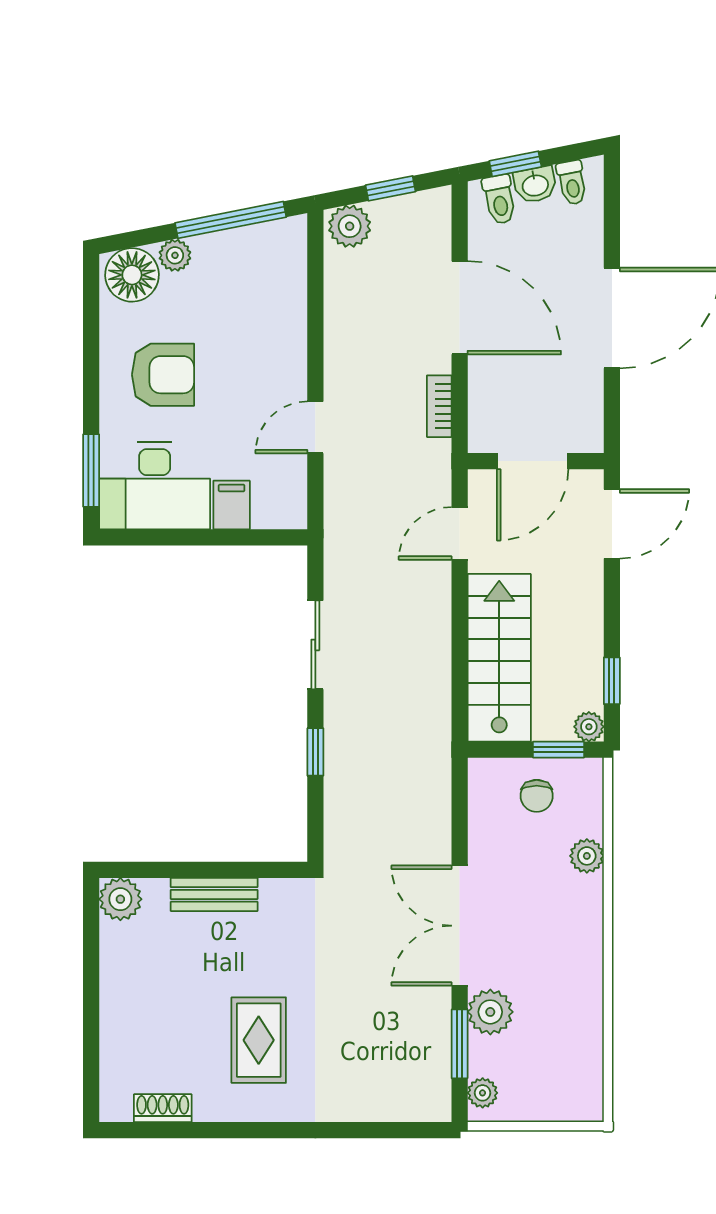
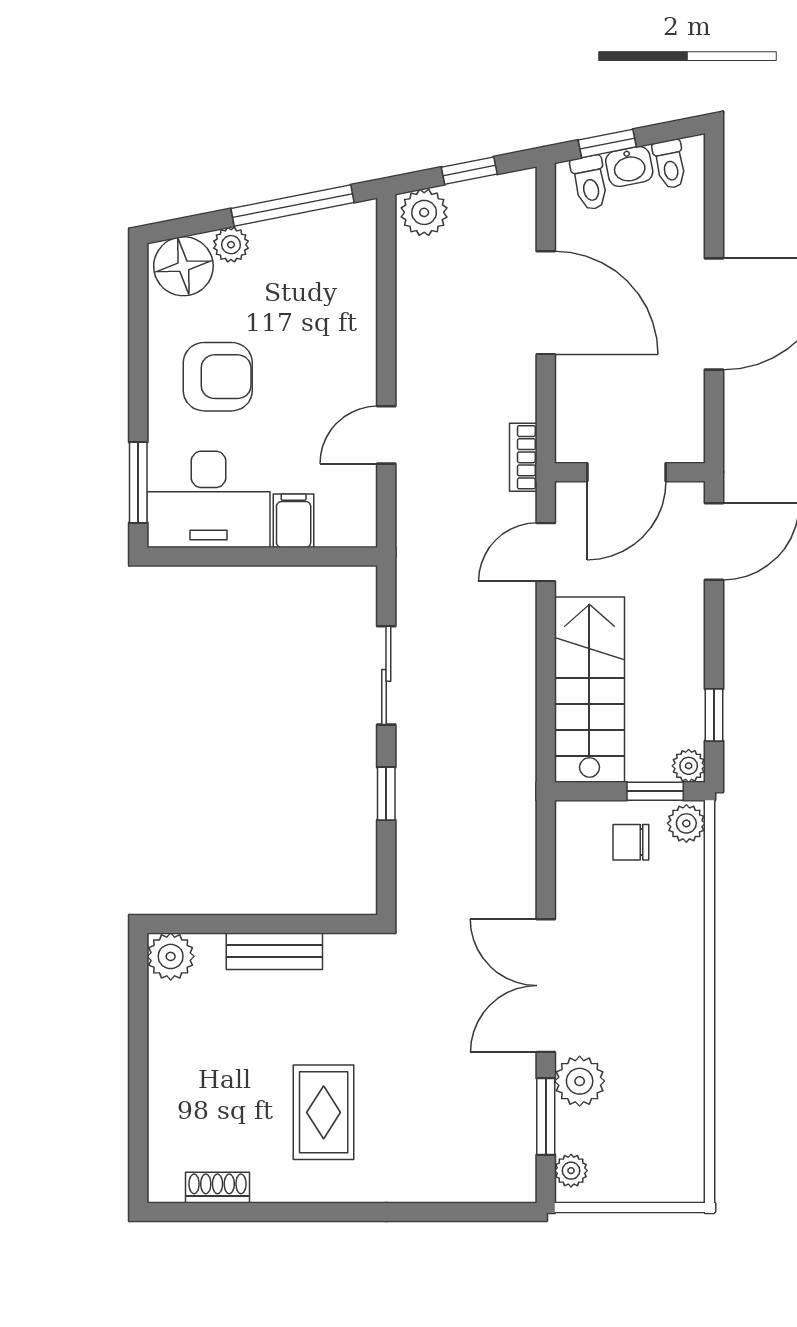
bookcase: (439, 406) -> (523, 457), moved
chair: (537, 796) -> (631, 842), turned 90
plant: (587, 856) -> (686, 823), moved

